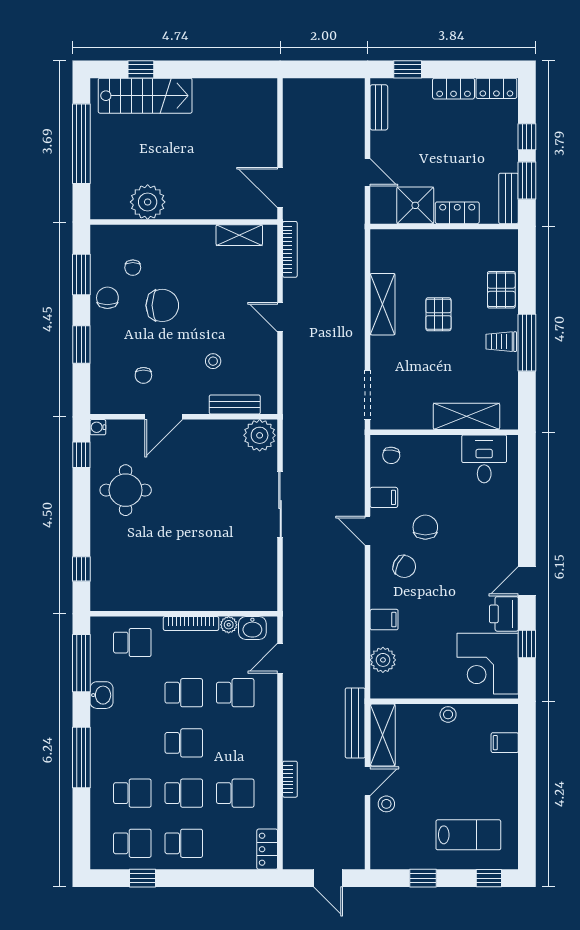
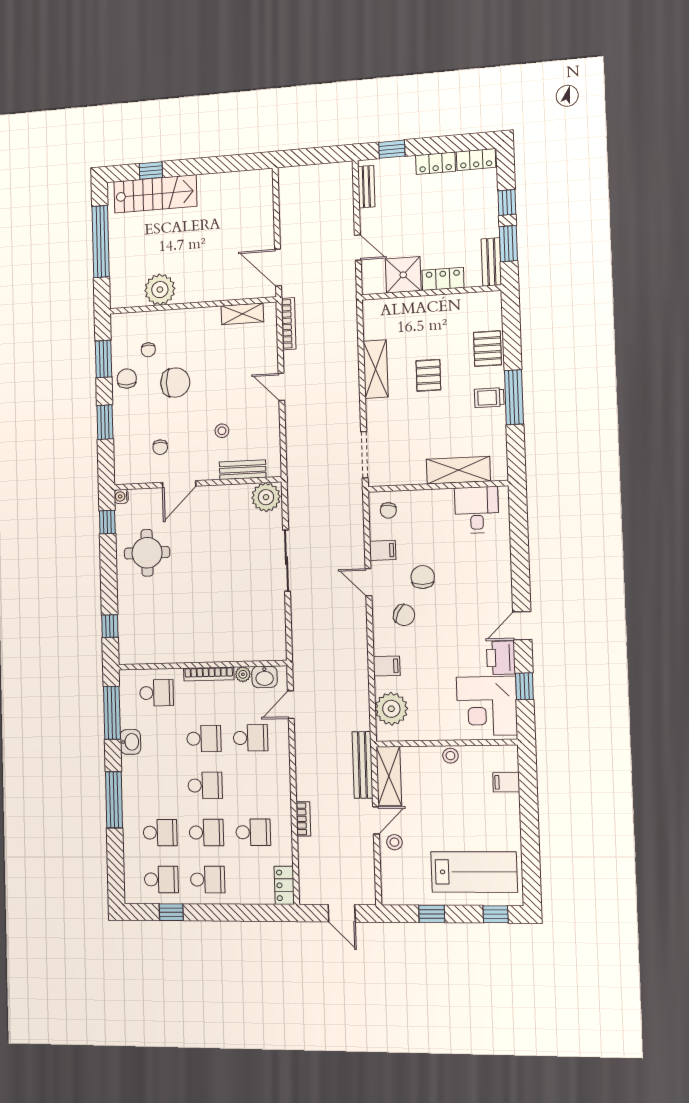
plant: (383, 660) -> (391, 709), width x1.36, depth x1.36
lab bench: (468, 835) -> (474, 872), width x1.36, depth x1.39

